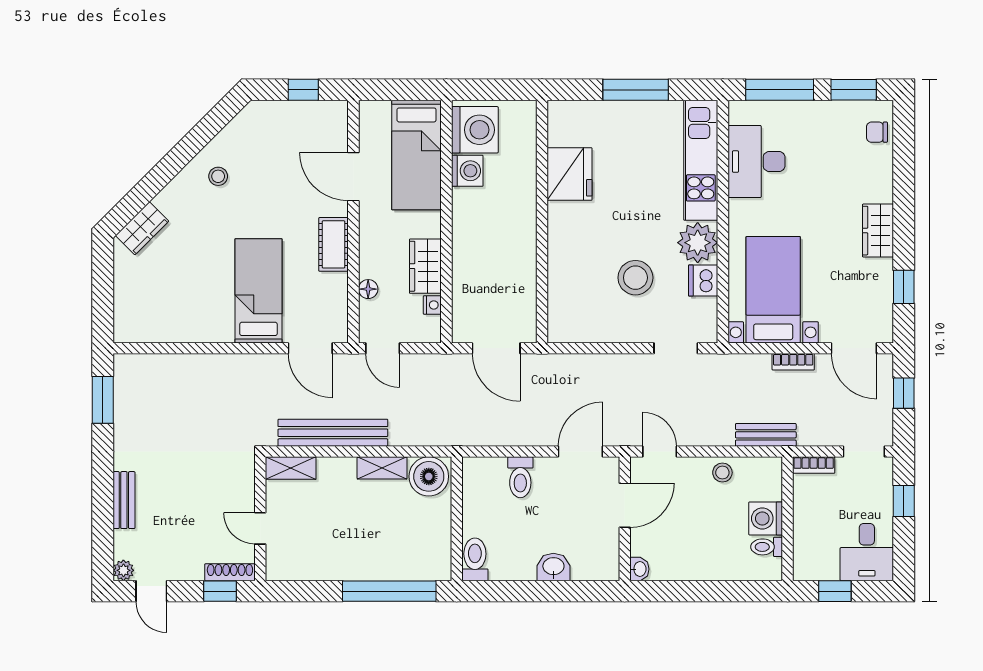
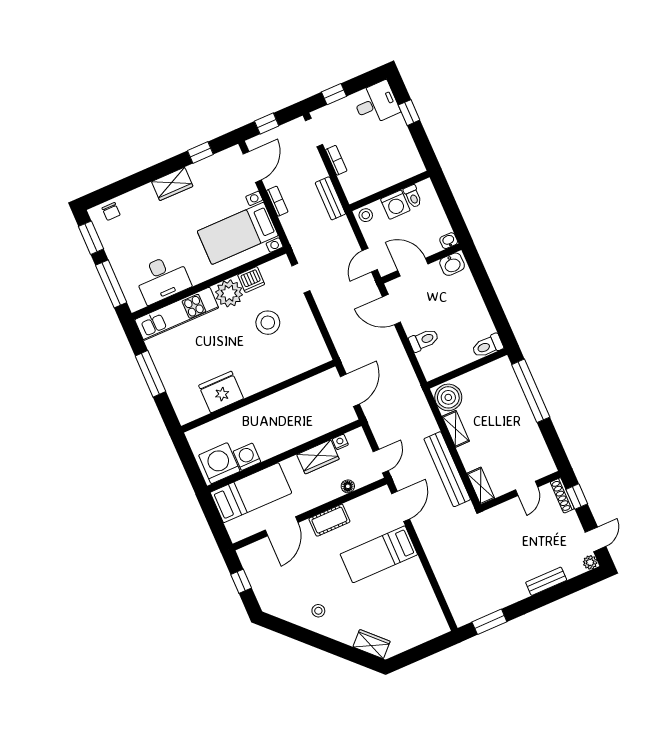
washing machine: (766, 518) -> (395, 205), moved
wall: (788, 519) -> (390, 191), moved
toilet: (767, 547) -> (413, 196), moved
washbasin: (553, 567) -> (452, 264), moved, turned -90

